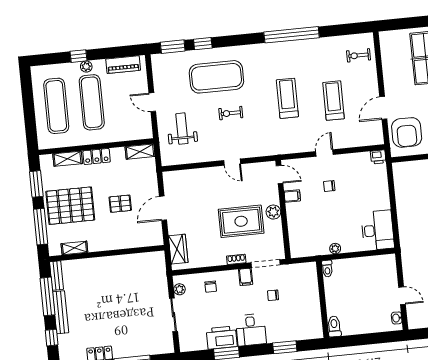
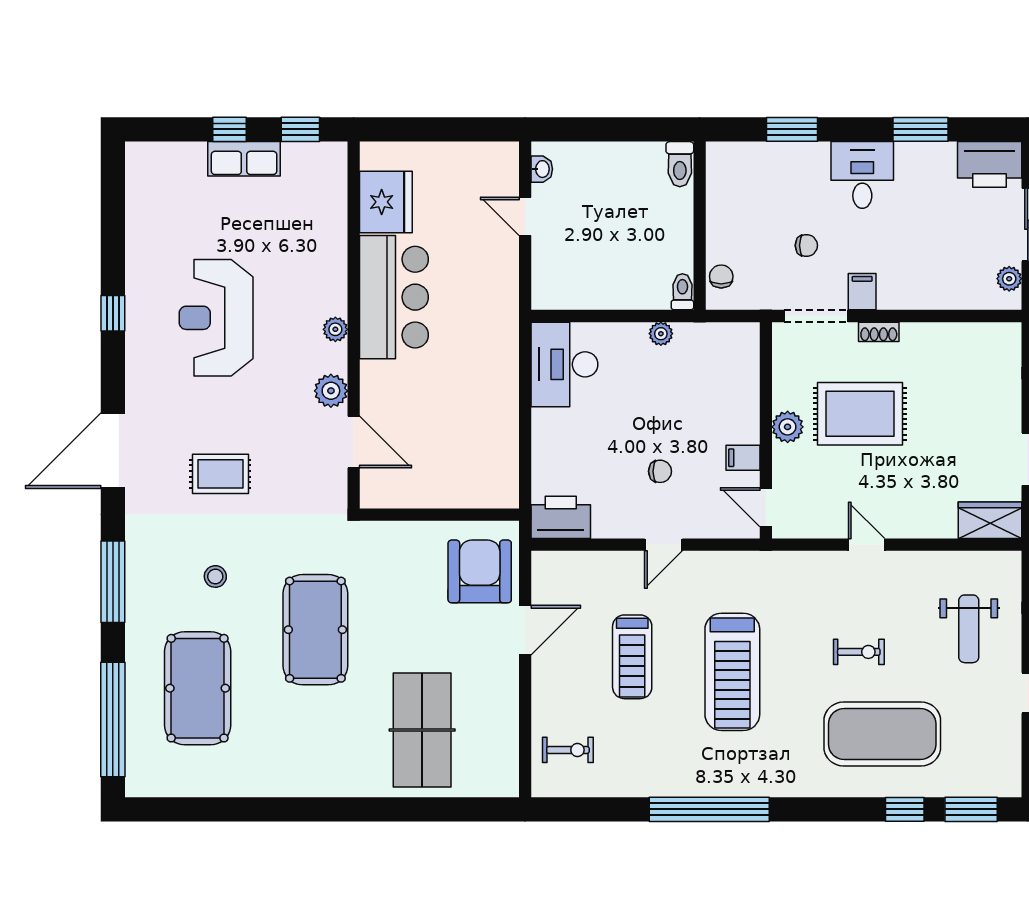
treadmill: (287, 98) -> (732, 672), width x1.37, depth x1.38
printer: (378, 157) -> (561, 517), width x1.87, depth x1.48
wardrobe: (178, 249) -> (990, 520), moved, turned 90
chair: (211, 287) -> (721, 276), moved
printer: (222, 338) -> (990, 164), moved

